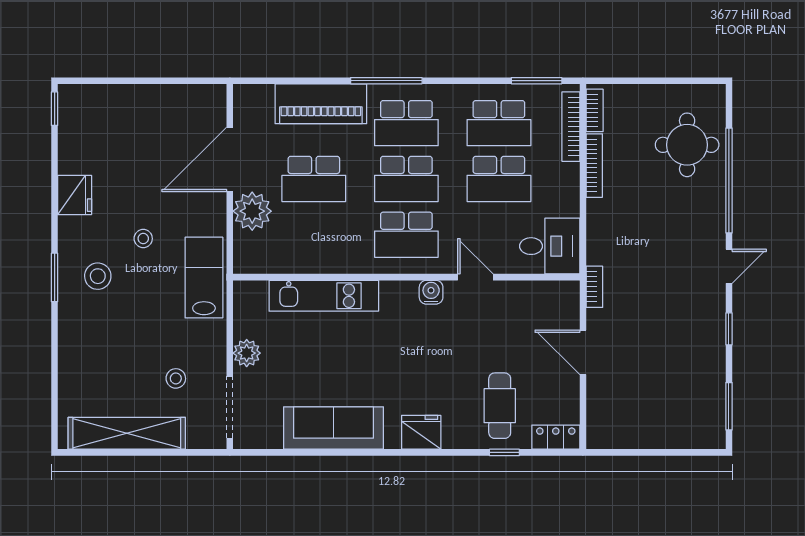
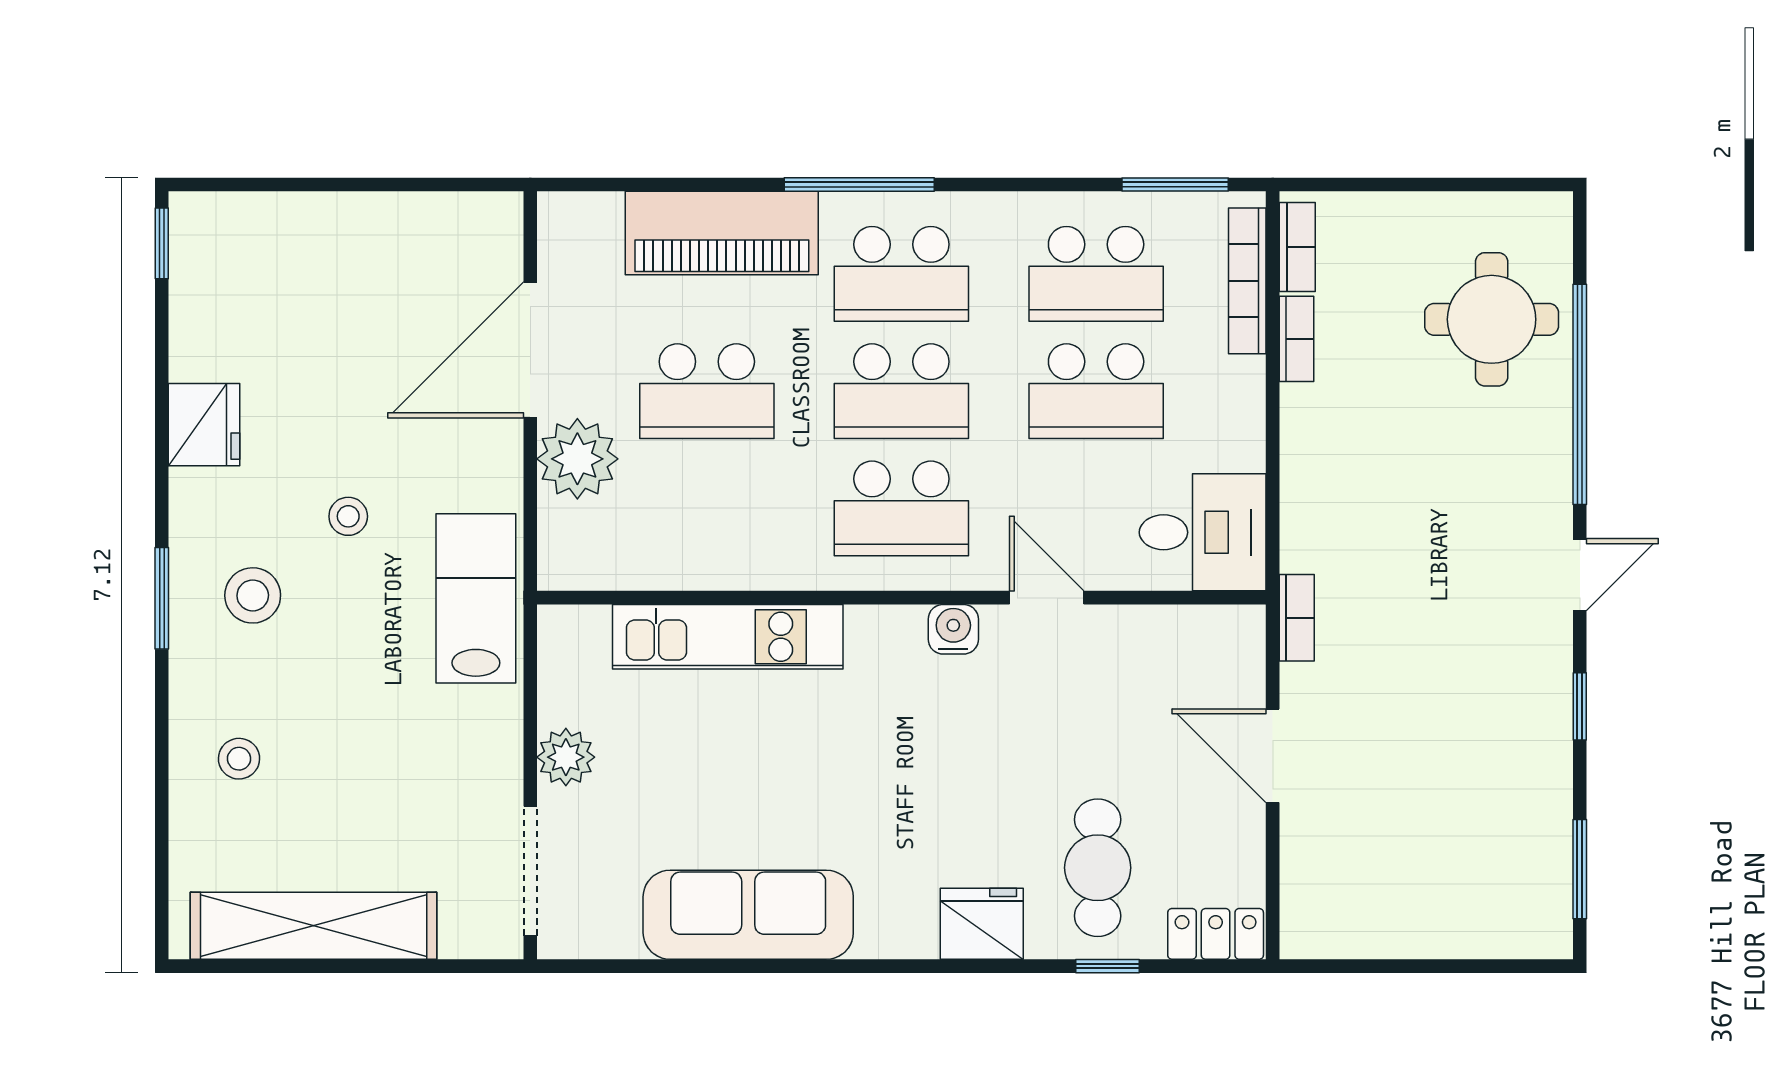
bookcase: (594, 166) -> (1296, 339), width x0.64
stool: (176, 378) -> (239, 759), moved
fridge: (421, 432) -> (982, 924), moved

